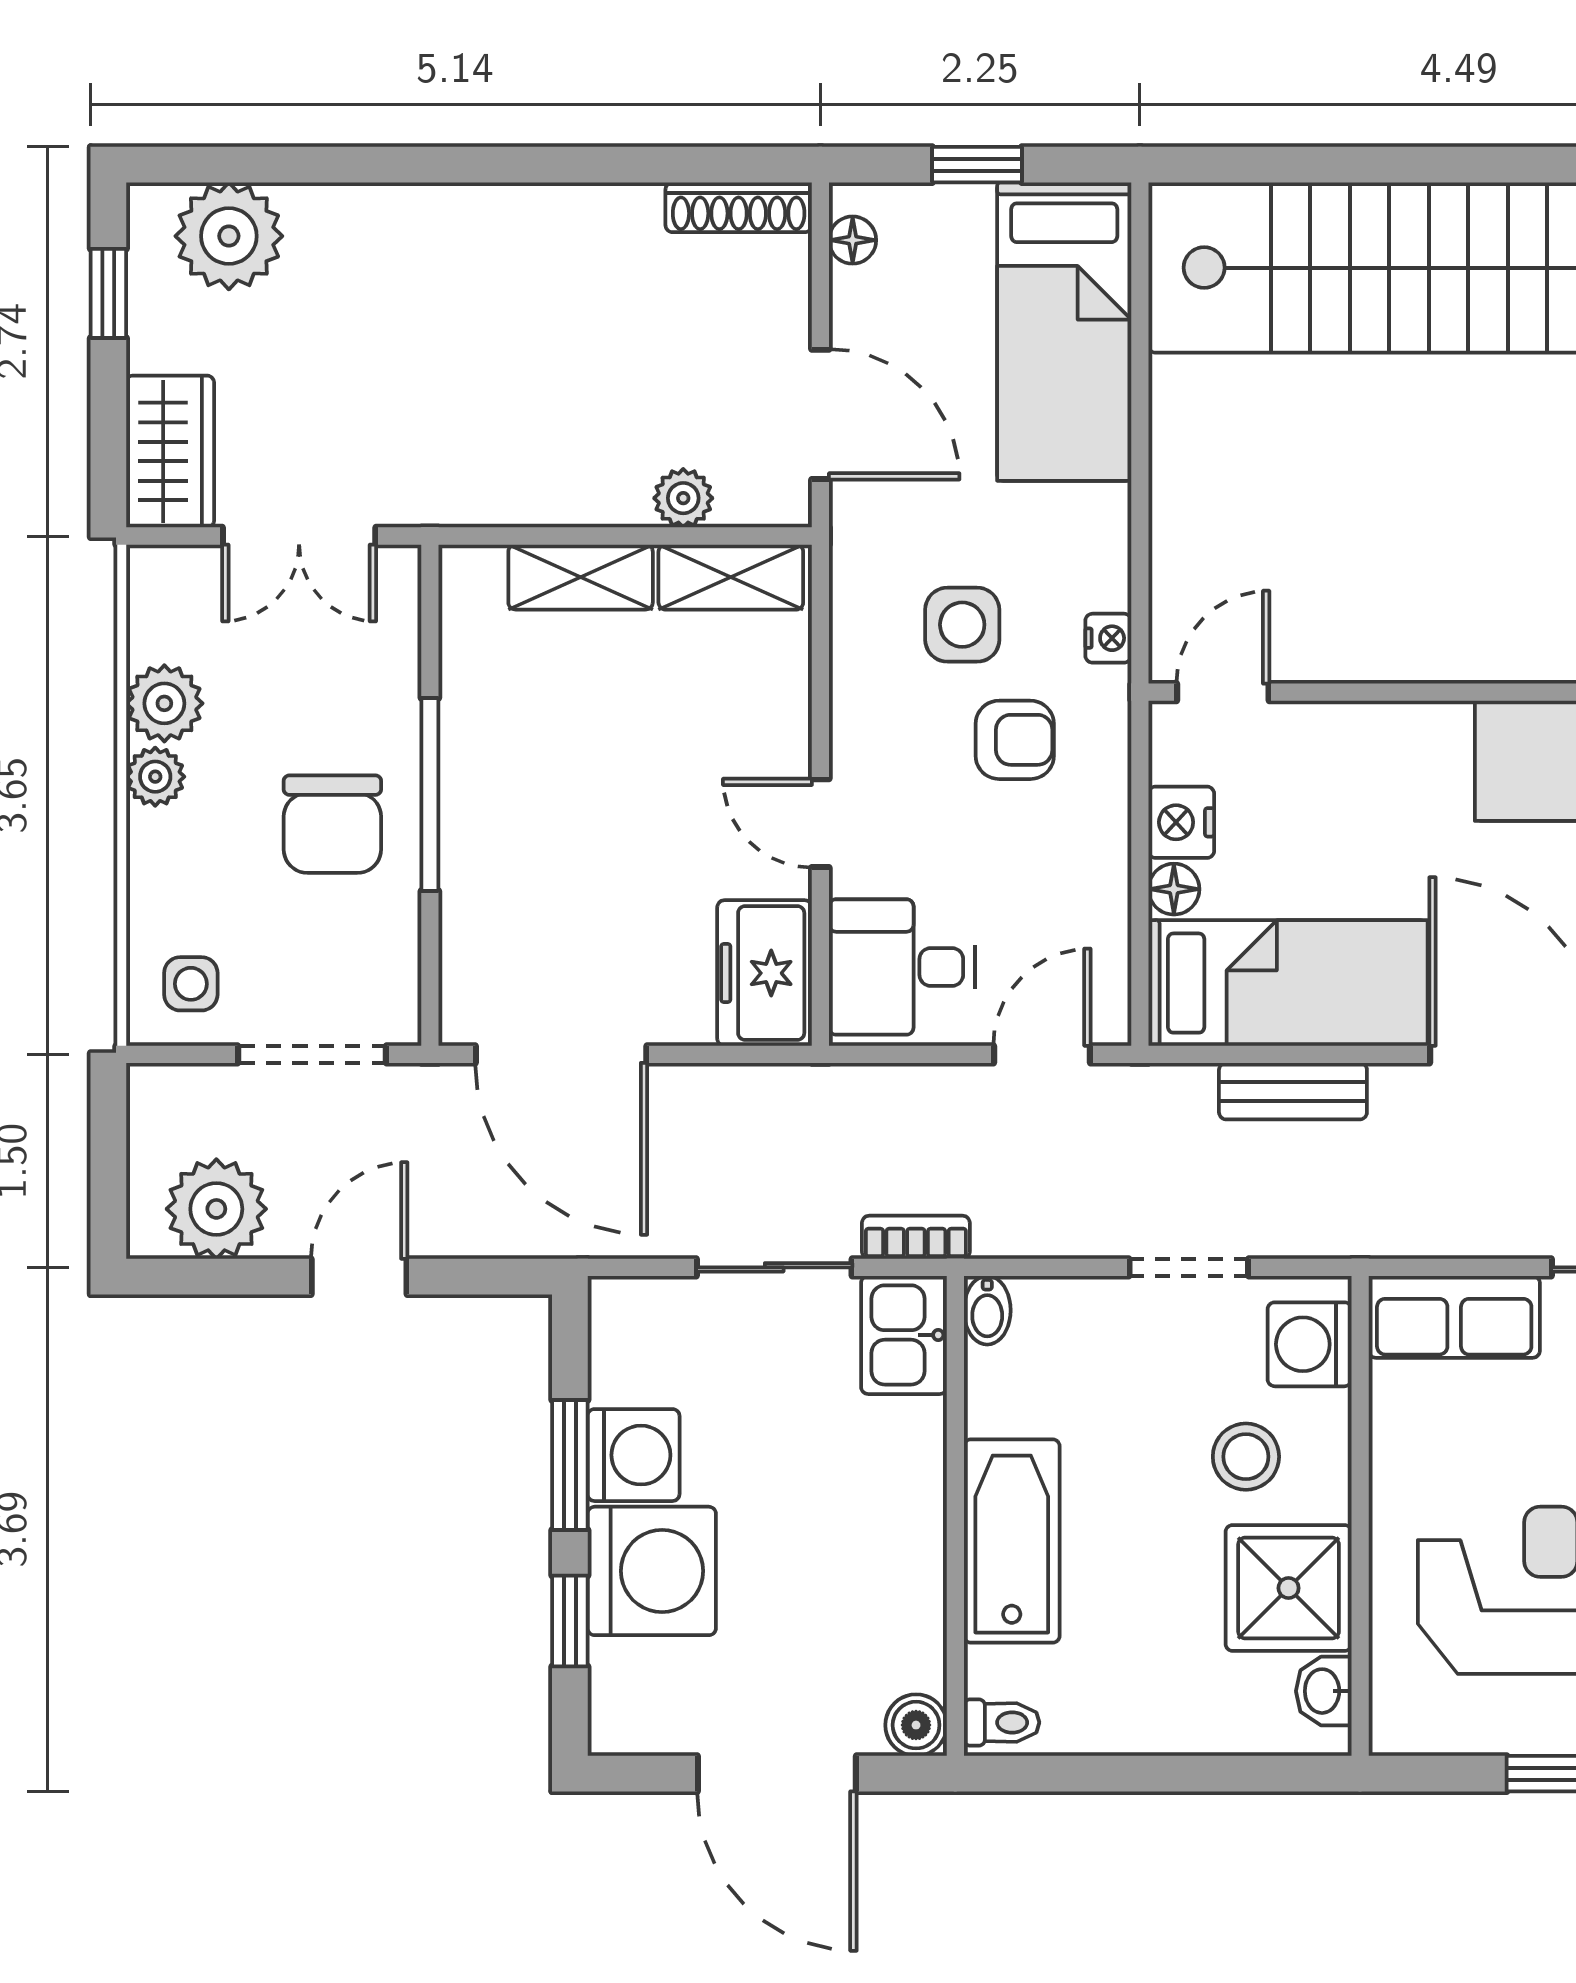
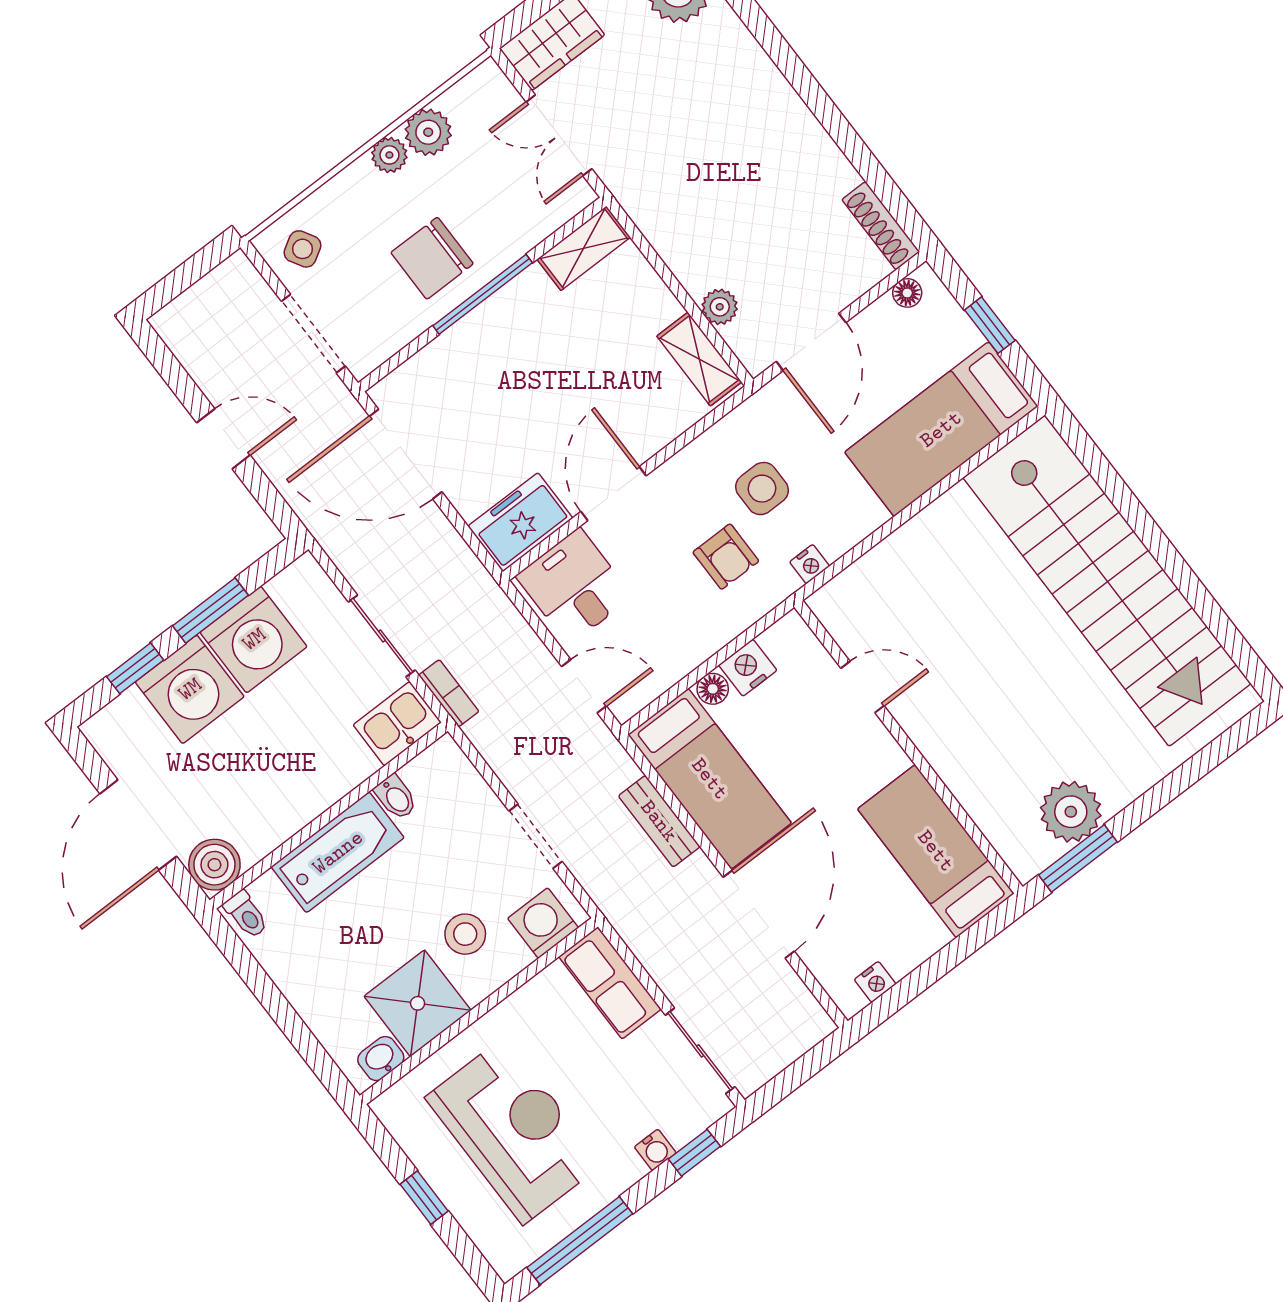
shelving: (581, 577) -> (584, 248), moved, turned 90
door: (1223, 692) -> (862, 687), moved
door: (820, 823) -> (614, 494), width x1.38
side table: (191, 984) -> (302, 249), turned -30
door: (561, 1054) -> (406, 454), hinge flipped
plant: (216, 1209) -> (203, 345), removed
bidet: (987, 1310) -> (396, 797), moved, turned -90
washing machine: (634, 1455) -> (254, 639), width x1.37, depth x1.37
boiler: (916, 1725) -> (214, 865), width x1.36, depth x1.36

